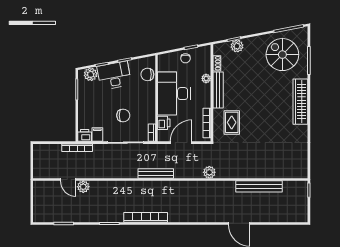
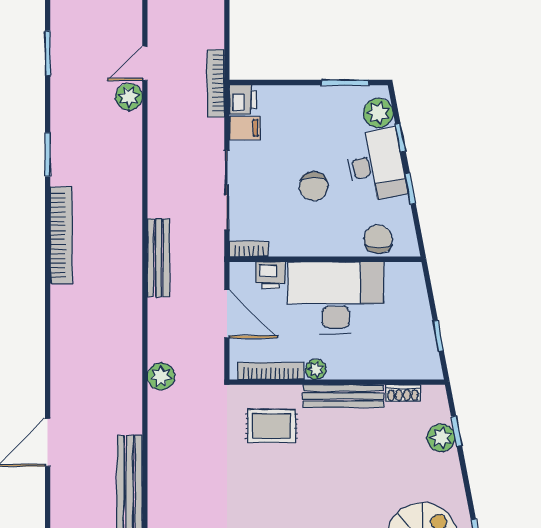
chair: (185, 58) -> (414, 323), removed
plant: (206, 78) -> (316, 369), moved
chair: (123, 115) -> (314, 186), moved

